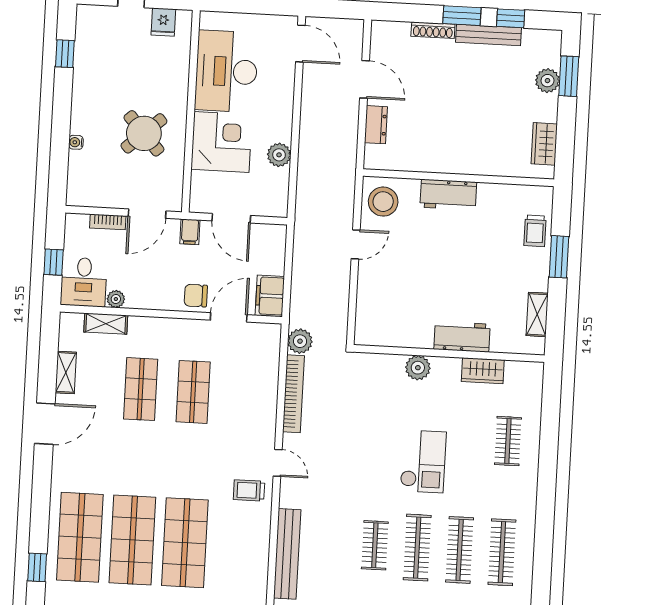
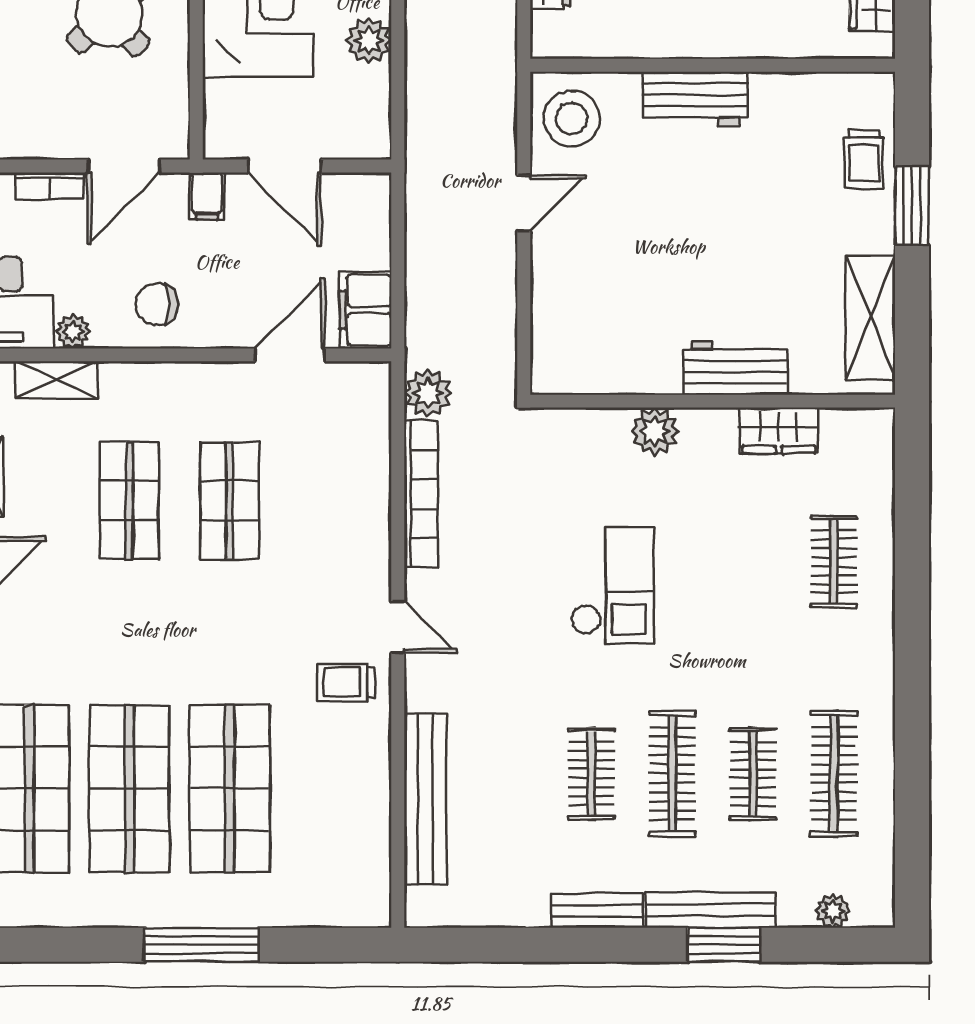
chair: (196, 296) -> (157, 304), moved
shelving: (537, 314) -> (870, 318), width x1.50, depth x1.33
checkout: (423, 461) -> (612, 585), moved
clothes rail: (460, 550) -> (753, 774), width x0.73

